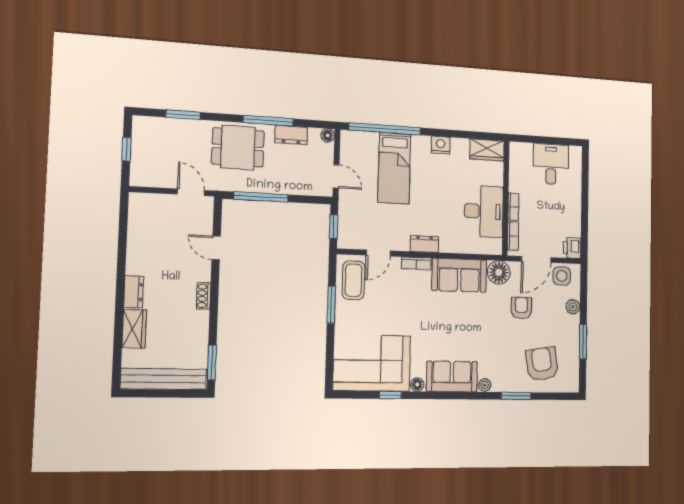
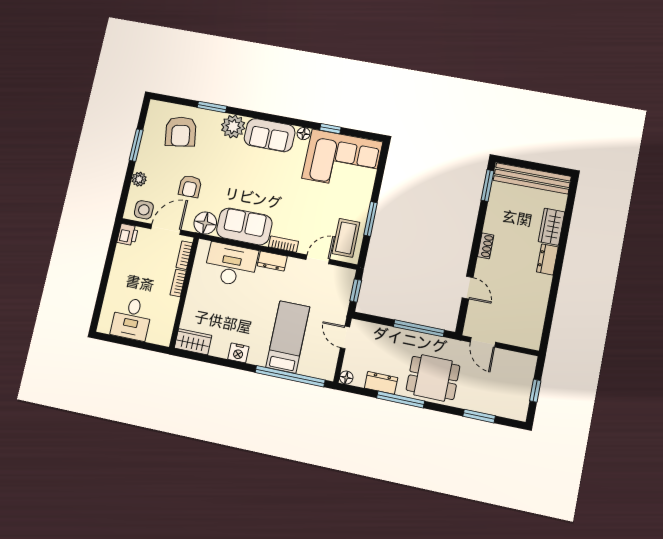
desk: (484, 211) -> (231, 265), moved, turned 90
plant: (485, 385) -> (233, 127), width x1.87, depth x1.87

